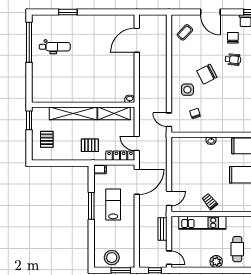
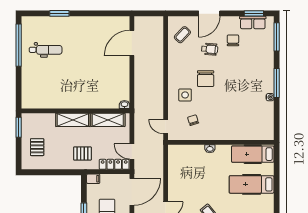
door: (210, 12) -> (209, 13), hinge flipped
wheelchair: (233, 60) -> (210, 49), moved
chair: (207, 74) -> (206, 79), turned -62
shelving: (73, 113) -> (73, 120), width x0.68

